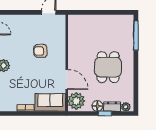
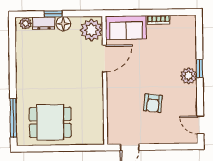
armchair: (40, 51) -> (153, 103), moved, turned 97
dining table: (108, 67) -> (50, 122), moved, turned 90
door: (67, 79) -> (104, 58), swing flipped

